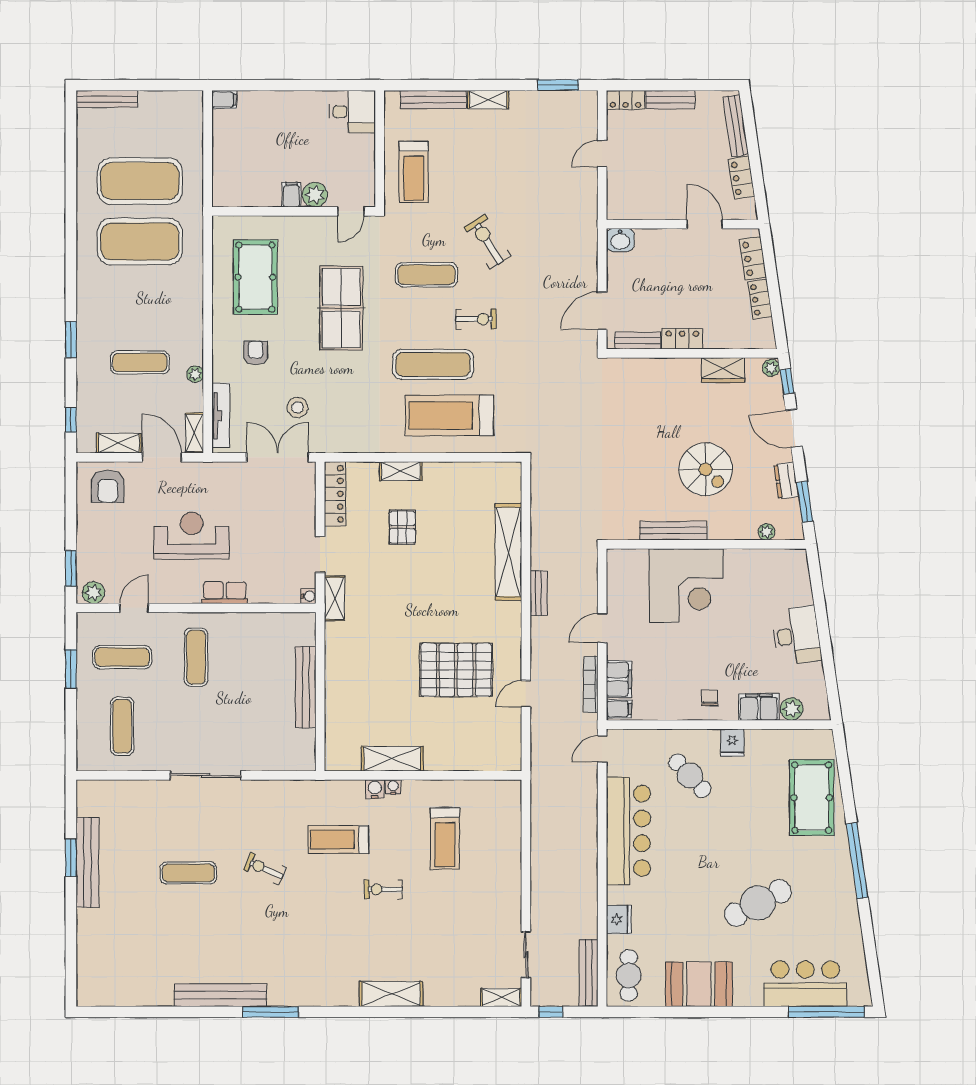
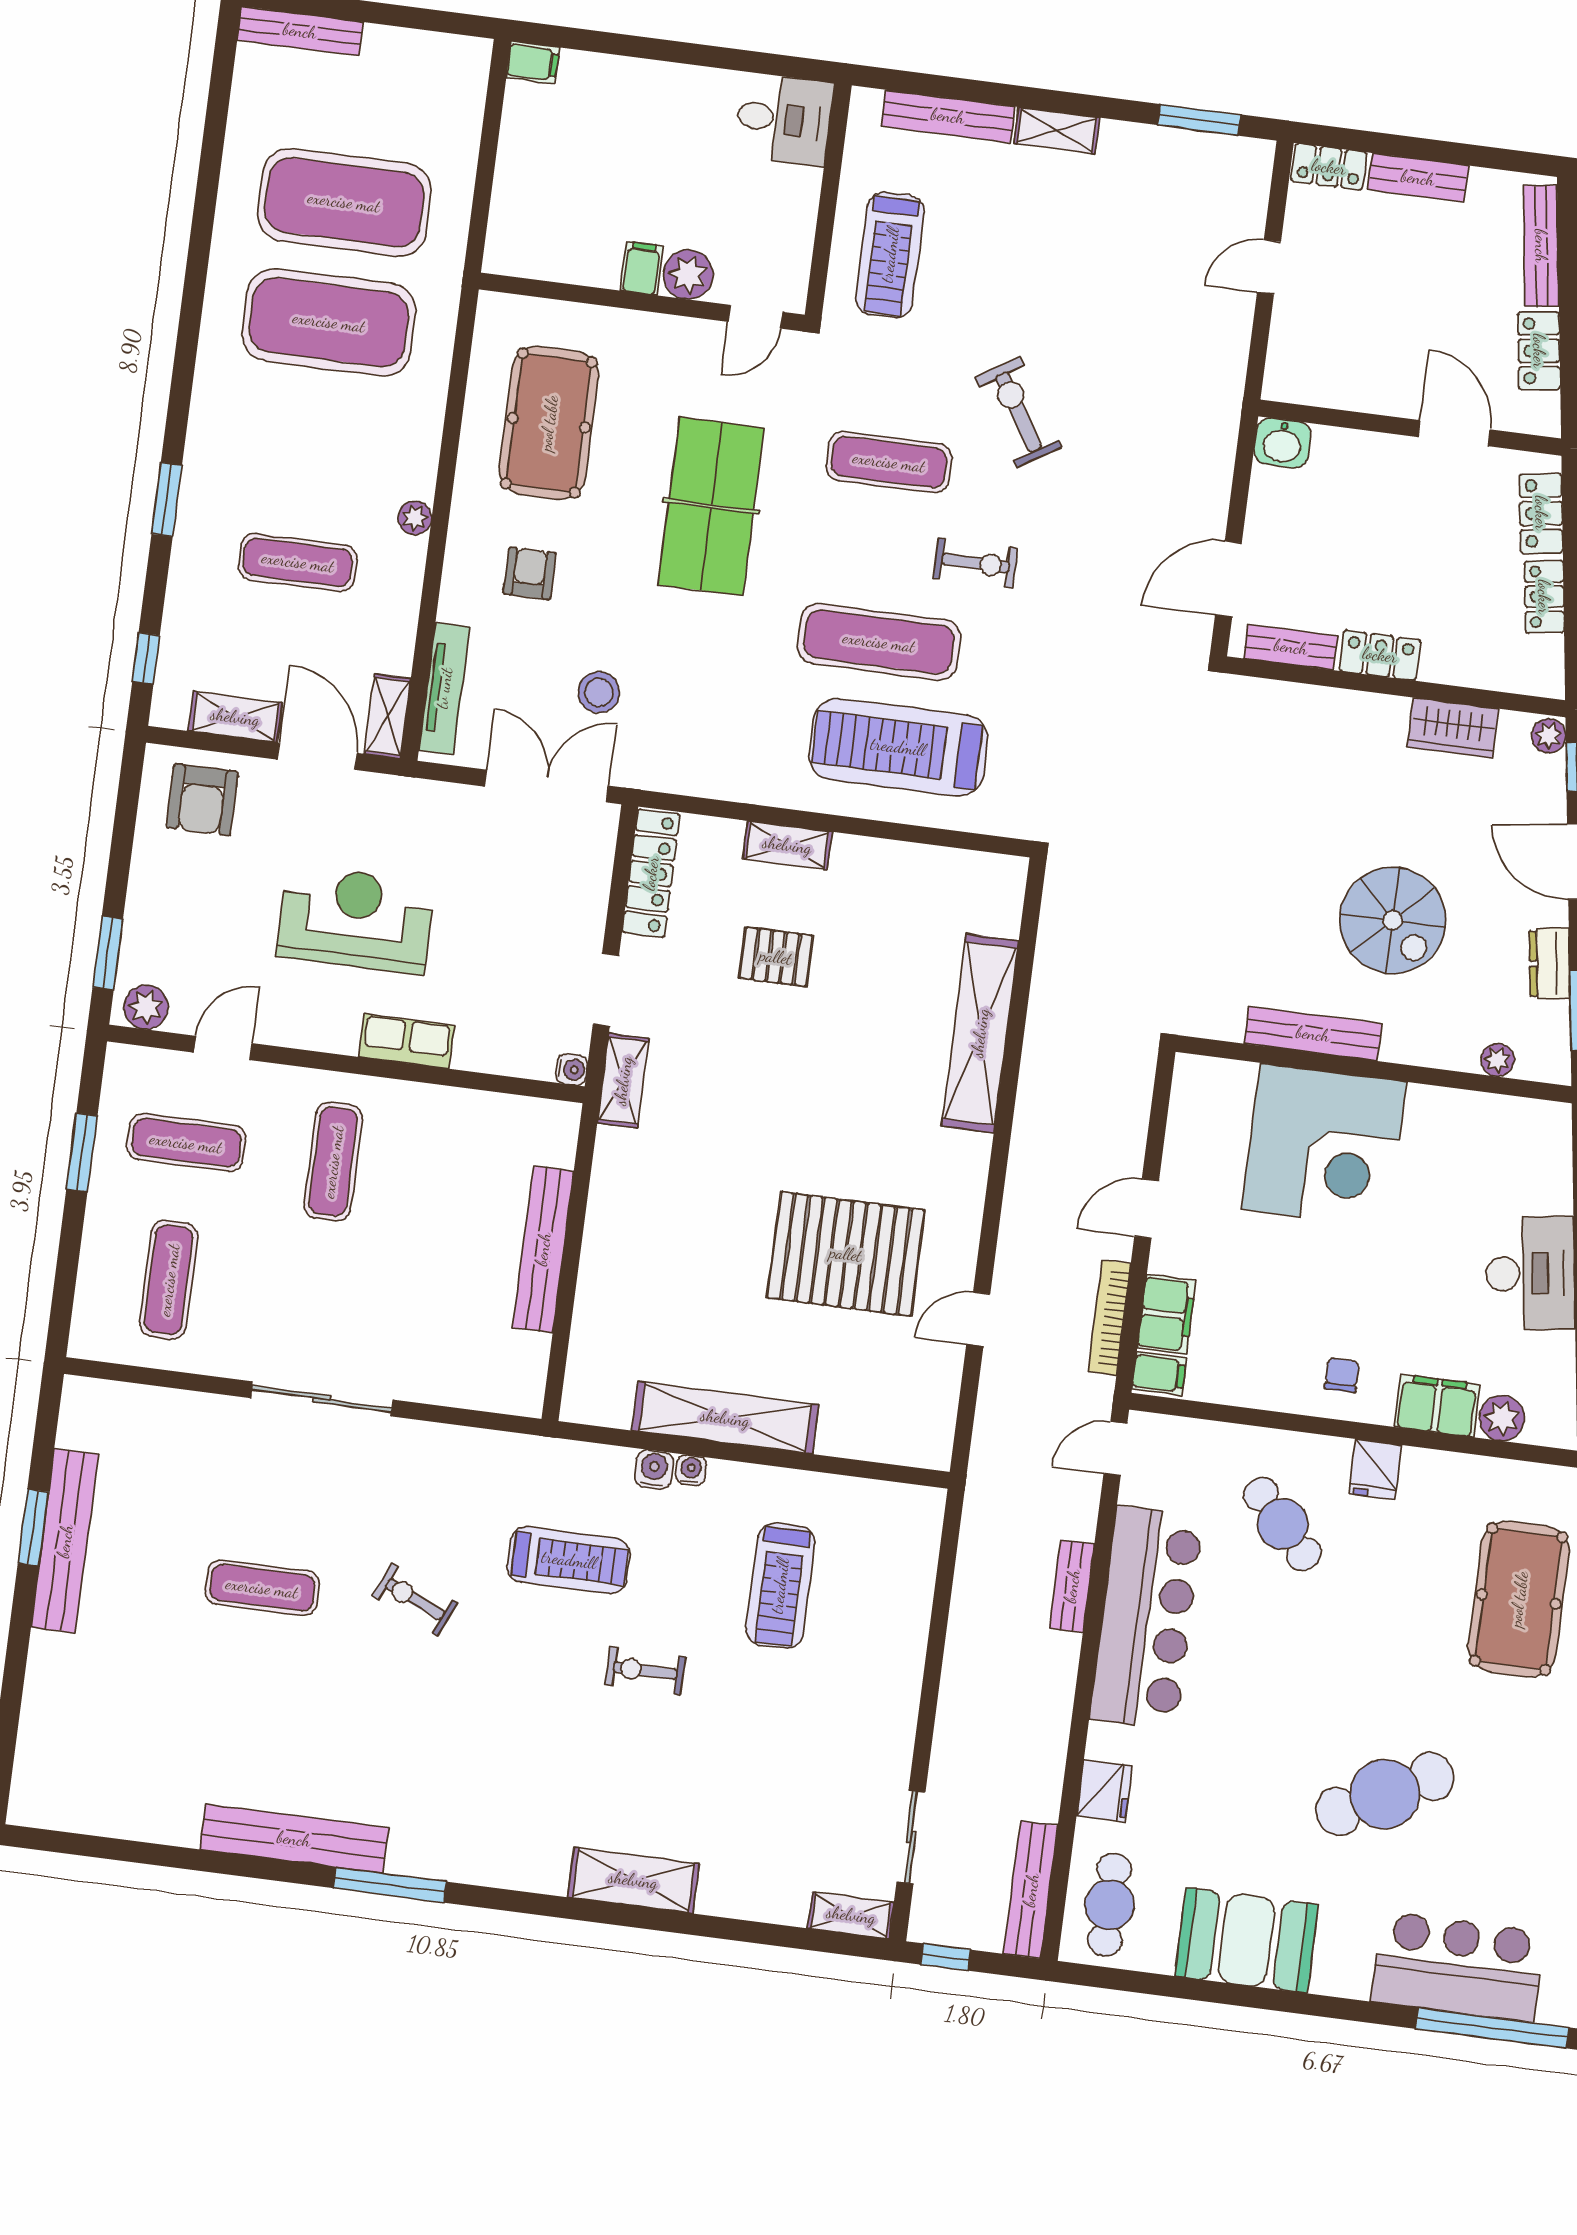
plant: (195, 374) -> (415, 518), moved
pallet: (402, 527) -> (776, 957), turned 90
bench: (539, 593) -> (1072, 1586), moved
shelving: (392, 759) -> (725, 1418), width x1.47
treadmill: (338, 840) -> (569, 1560), turned 180

